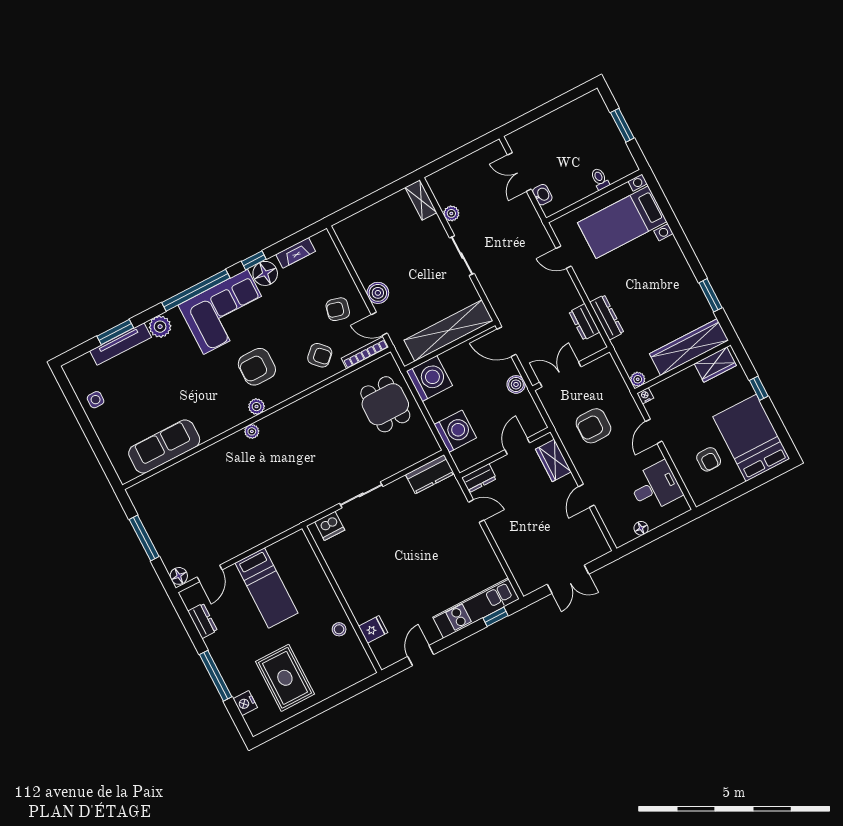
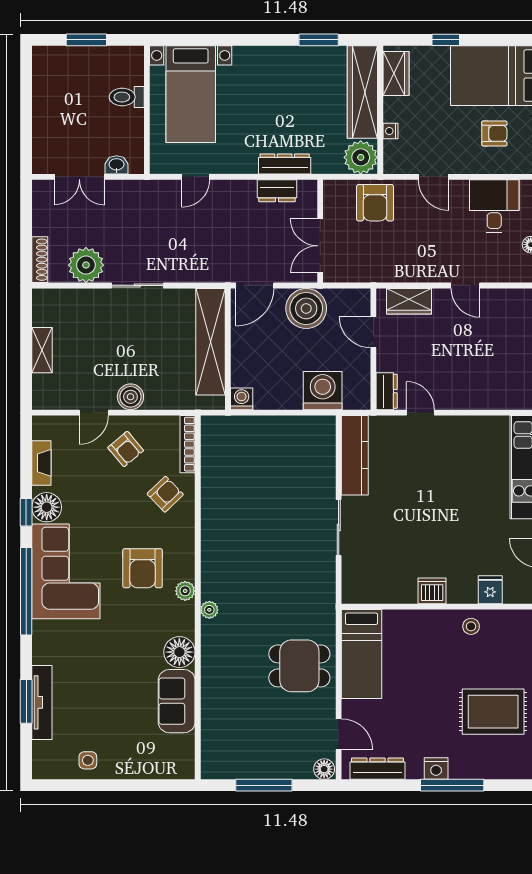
shoe rack: (444, 174) -> (40, 260), added
toilet: (600, 179) -> (127, 97), width x1.37, depth x1.39
shelving: (421, 200) -> (42, 350), moved, turned 90
plant: (451, 213) -> (86, 265), width x1.87, depth x1.87
armchair: (338, 309) -> (126, 449), turned -54
door: (379, 324) -> (94, 413), moved
plant: (160, 327) -> (45, 650), removed
washing machine: (429, 378) -> (242, 399), width x0.53, depth x0.53
plant: (638, 379) -> (361, 157), width x1.88, depth x1.88
boiler: (516, 384) -> (306, 308), width x1.86, depth x1.86
nightstand: (645, 396) -> (390, 131), moved
dining table: (385, 404) -> (299, 666), moved
floor lamp: (210, 426) -> (179, 652), added
armchair: (593, 426) -> (375, 203), moved
sofa: (164, 446) -> (177, 701), width x0.73
kitchen counter: (430, 474) -> (355, 455), width x1.50
door: (476, 511) -> (420, 413), hinge flipped
dishwasher: (330, 526) -> (432, 591), moved, turned -90
bed: (266, 588) -> (362, 654), moved, turned 90
dresser: (202, 621) -> (377, 769), width x1.44
nightstand: (245, 703) -> (436, 769), moved

